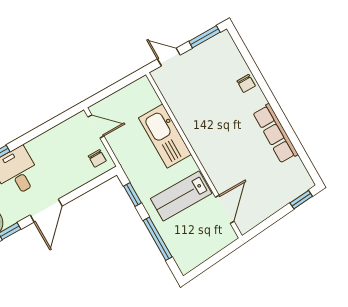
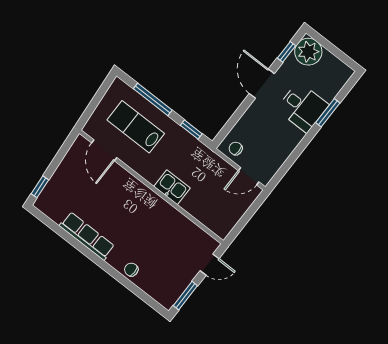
kitchen sink: (165, 136) -> (172, 187), width x0.53, depth x0.81
lab bench: (181, 196) -> (136, 127), moved, turned -90

